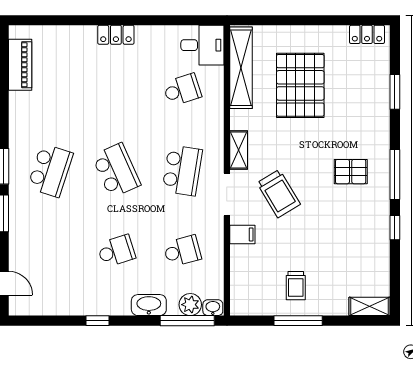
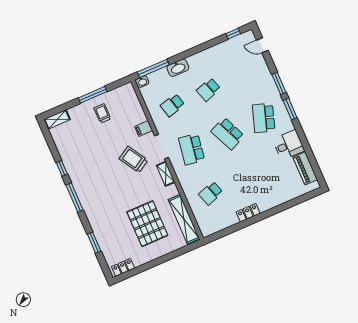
locker: (116, 35) -> (248, 213), moved
desk: (202, 45) -> (289, 145), moved, turned 180
pallet: (351, 172) -> (99, 189), removed
plant: (190, 305) -> (155, 78), removed
window: (98, 321) -> (233, 34), moved

